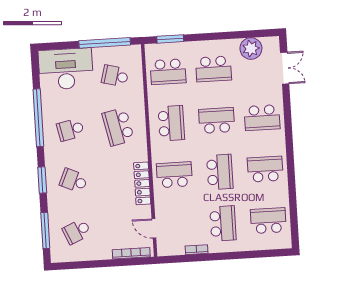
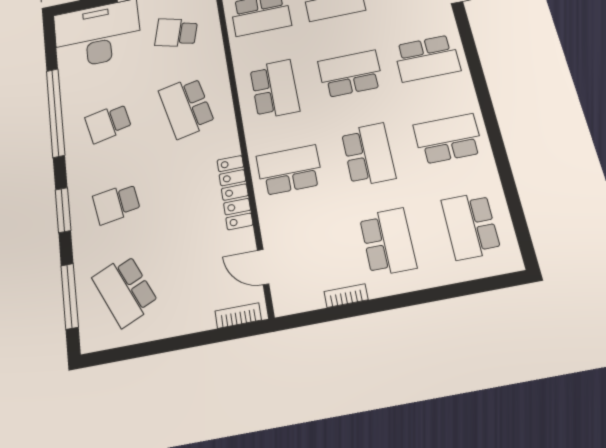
school desk: (74, 181) -> (116, 204), turned -33
school desk: (268, 221) -> (471, 226), turned -90
school desk: (77, 231) -> (125, 291), width x1.85
bookcase: (131, 253) -> (238, 316), width x0.64

